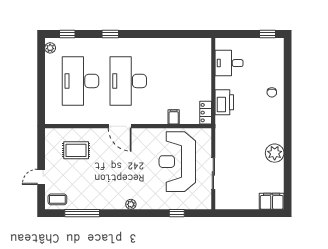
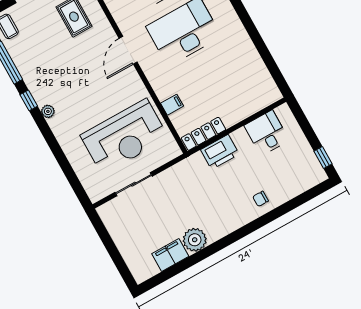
locker: (206, 113) -> (203, 134), width x1.53
reception desk: (177, 162) -> (124, 137), turned 180
filing cabinet: (272, 201) -> (170, 255), moved, turned -90
window: (177, 213) -> (29, 100), moved

